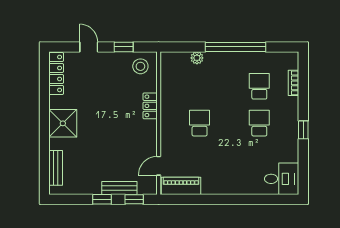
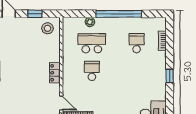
locker: (150, 106) -> (55, 73), moved
school desk: (259, 123) -> (92, 43), moved, width x1.85
door: (159, 166) -> (61, 103), swing flipped

